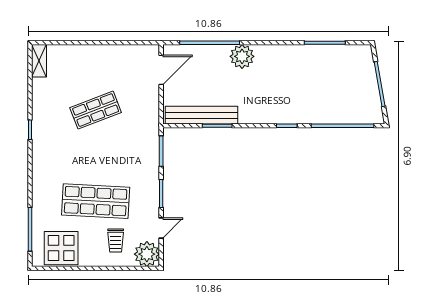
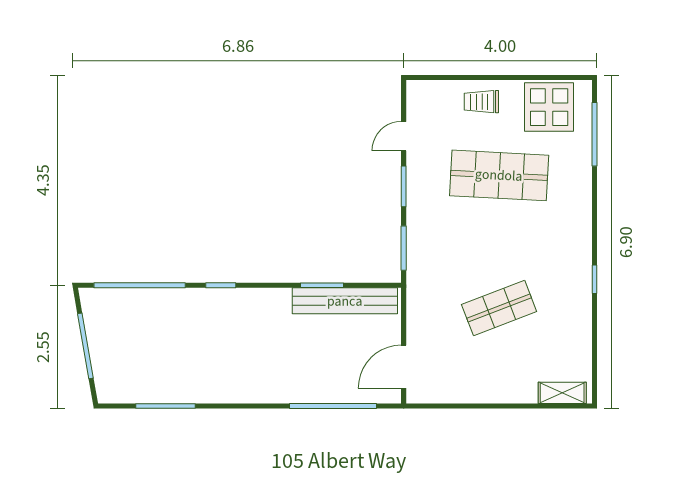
plant: (242, 56) -> (286, 386), removed
shelving: (39, 61) -> (562, 393), moved, turned 90
trolley: (116, 241) -> (481, 102), moved, turned -90
plant: (147, 254) -> (424, 98), removed

